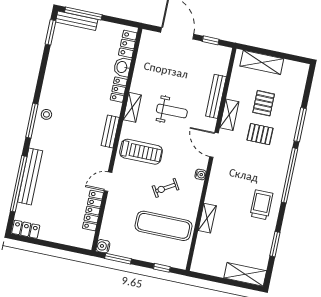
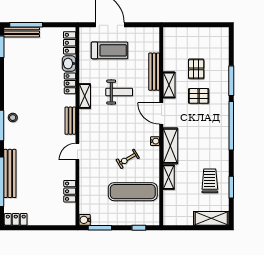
window: (211, 40) -> (140, 25), removed
shelving: (262, 62) -> (170, 146), moved, turned 90
treadmill: (141, 152) -> (110, 50), moved
door: (108, 182) -> (77, 152), moved
trolley: (261, 205) -> (210, 181), moved
locker: (93, 211) -> (70, 191), width x0.66

